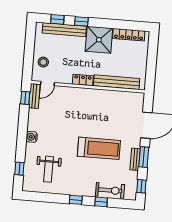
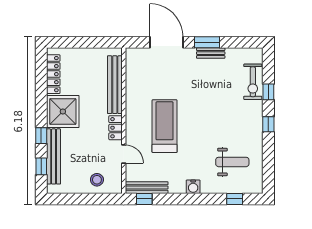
door: (48, 83) -> (124, 154), moved
bench: (34, 96) -> (147, 188), width x1.36
treadmill: (99, 148) -> (165, 126), moved
window: (141, 186) -> (244, 42), removed
exercise bike: (110, 190) -> (253, 82), turned 180

